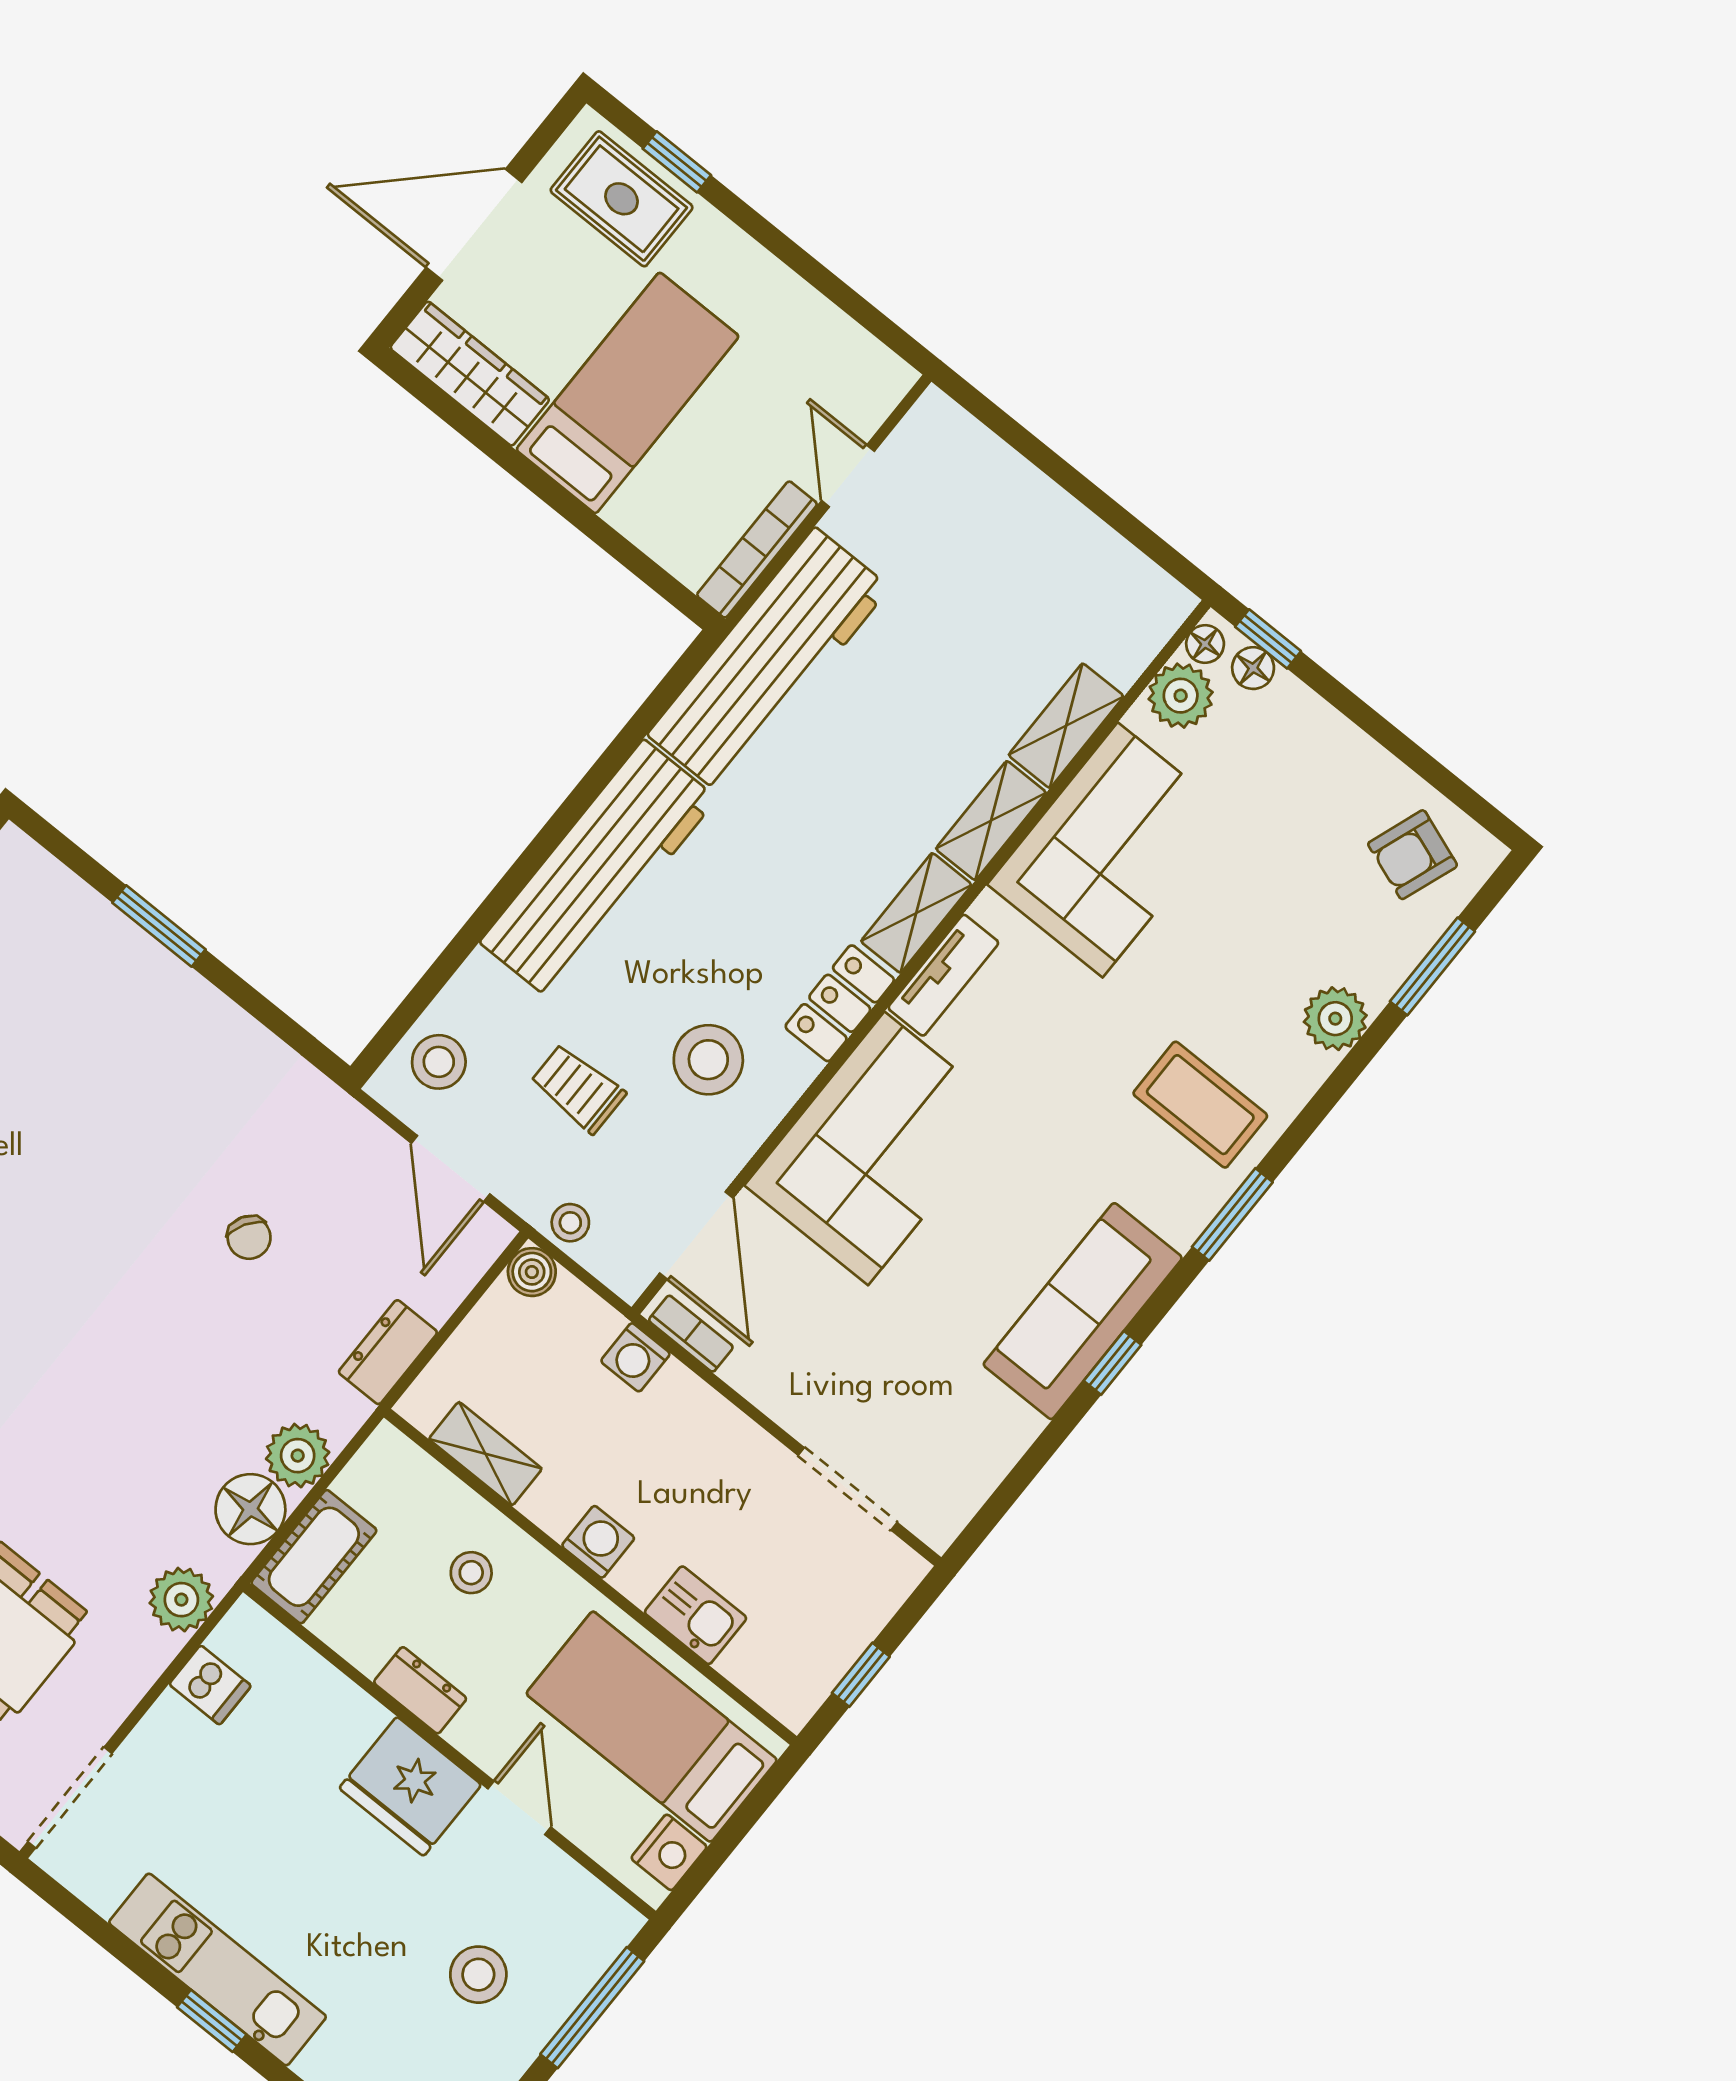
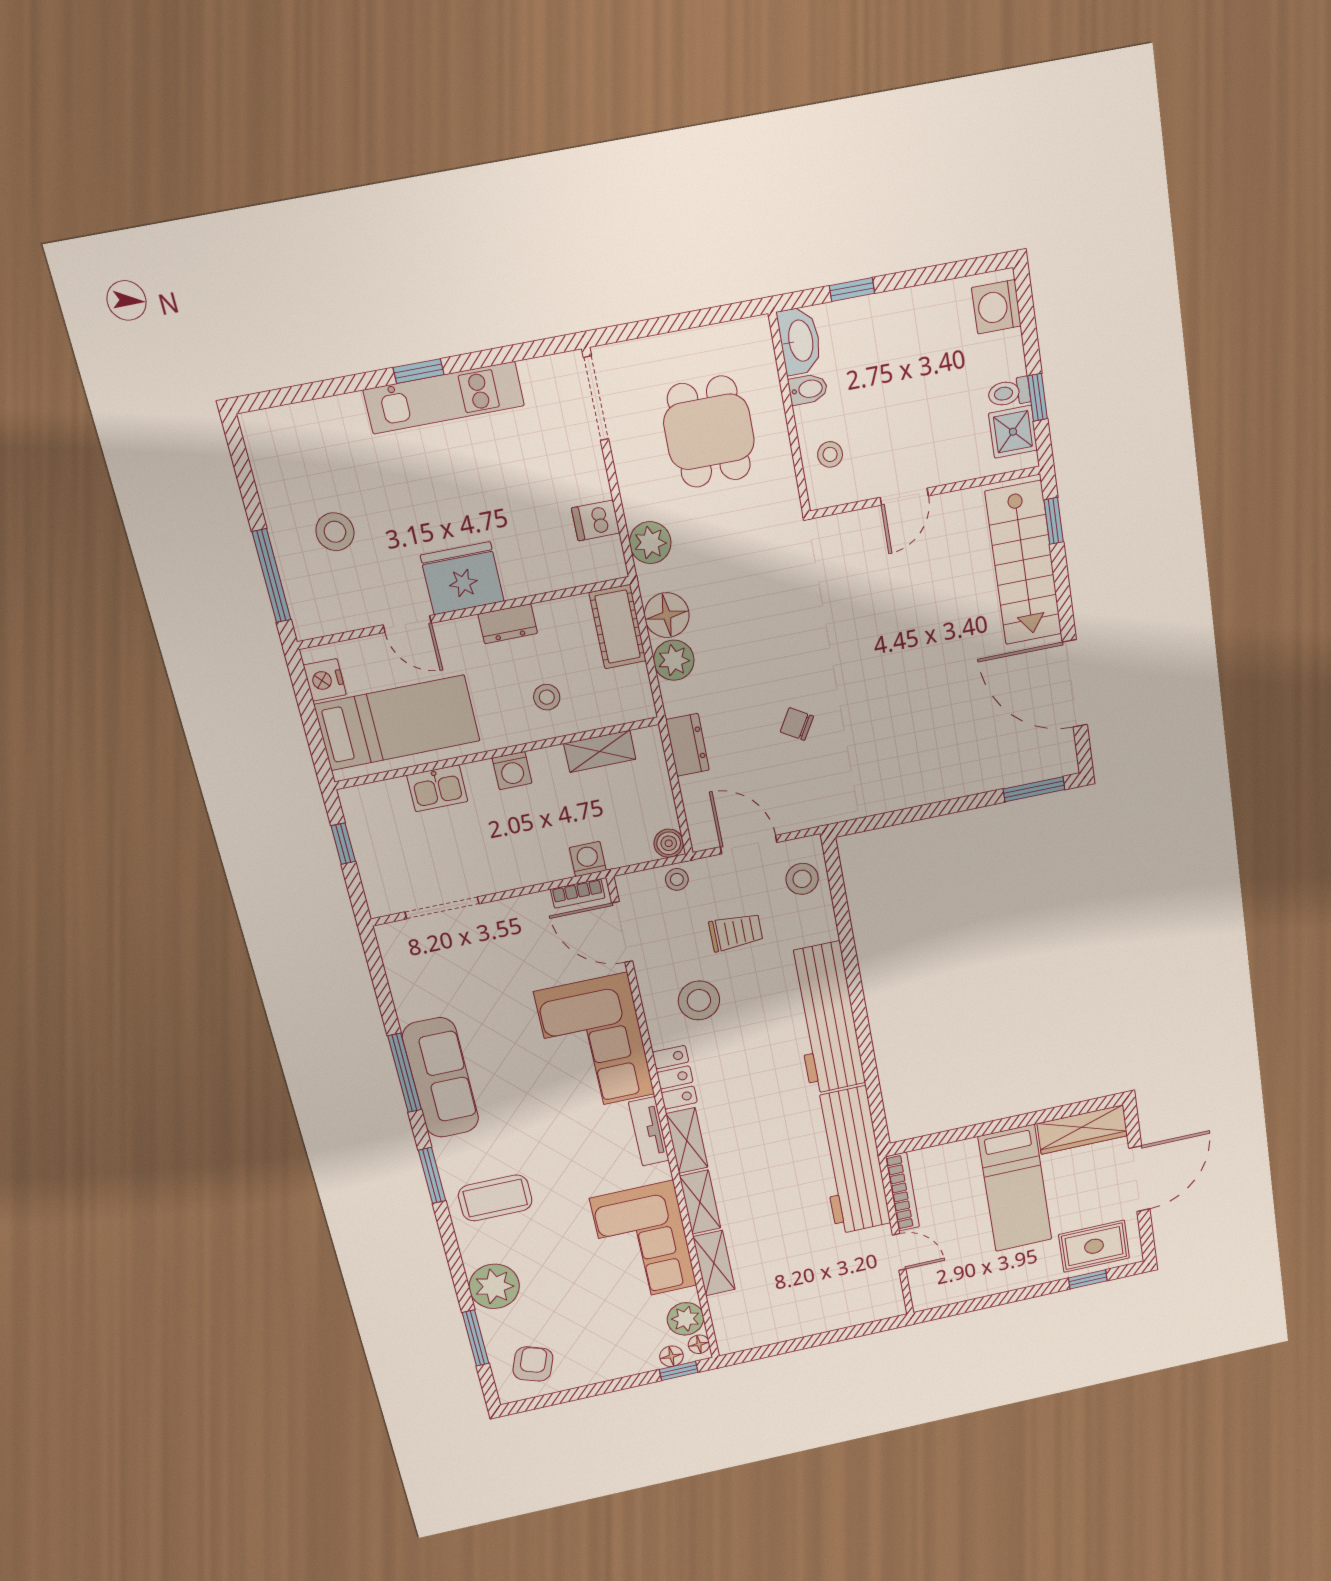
window: (159, 926) -> (1034, 789), moved
plant: (1335, 1019) -> (494, 1286), width x1.36, depth x1.36
window: (1113, 1363) -> (405, 1073), width x2.17

